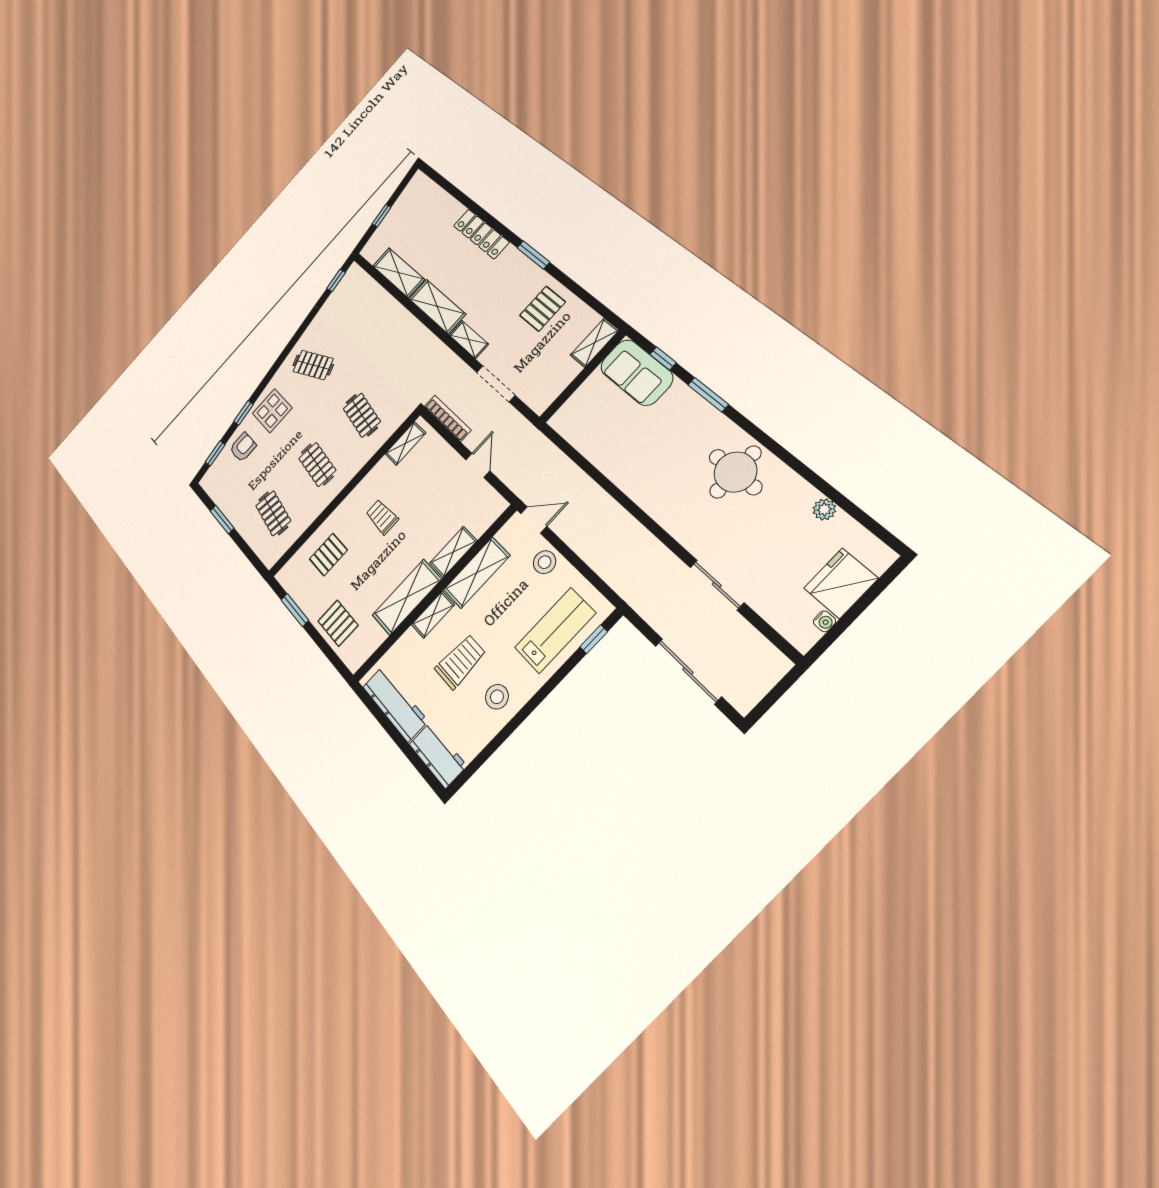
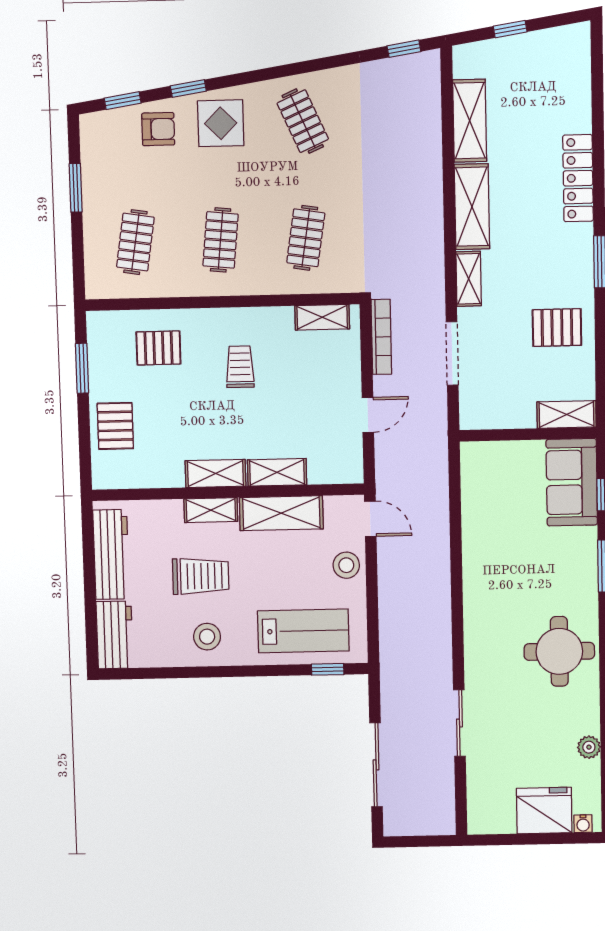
shelving: (407, 597) -> (215, 473), width x0.67, depth x0.75
water cooler: (824, 621) -> (583, 824), moved

